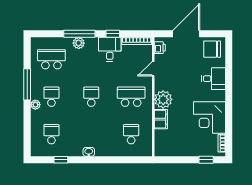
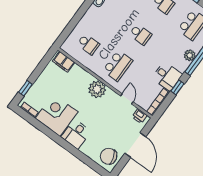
chair: (212, 49) -> (109, 156), turned -109
desk: (213, 79) -> (76, 134), moved
filing cabinet: (161, 119) -> (64, 62), moved

